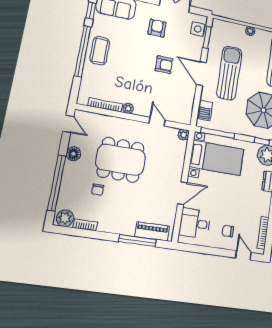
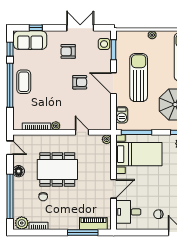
armchair: (157, 28) -> (68, 51), turned -90

